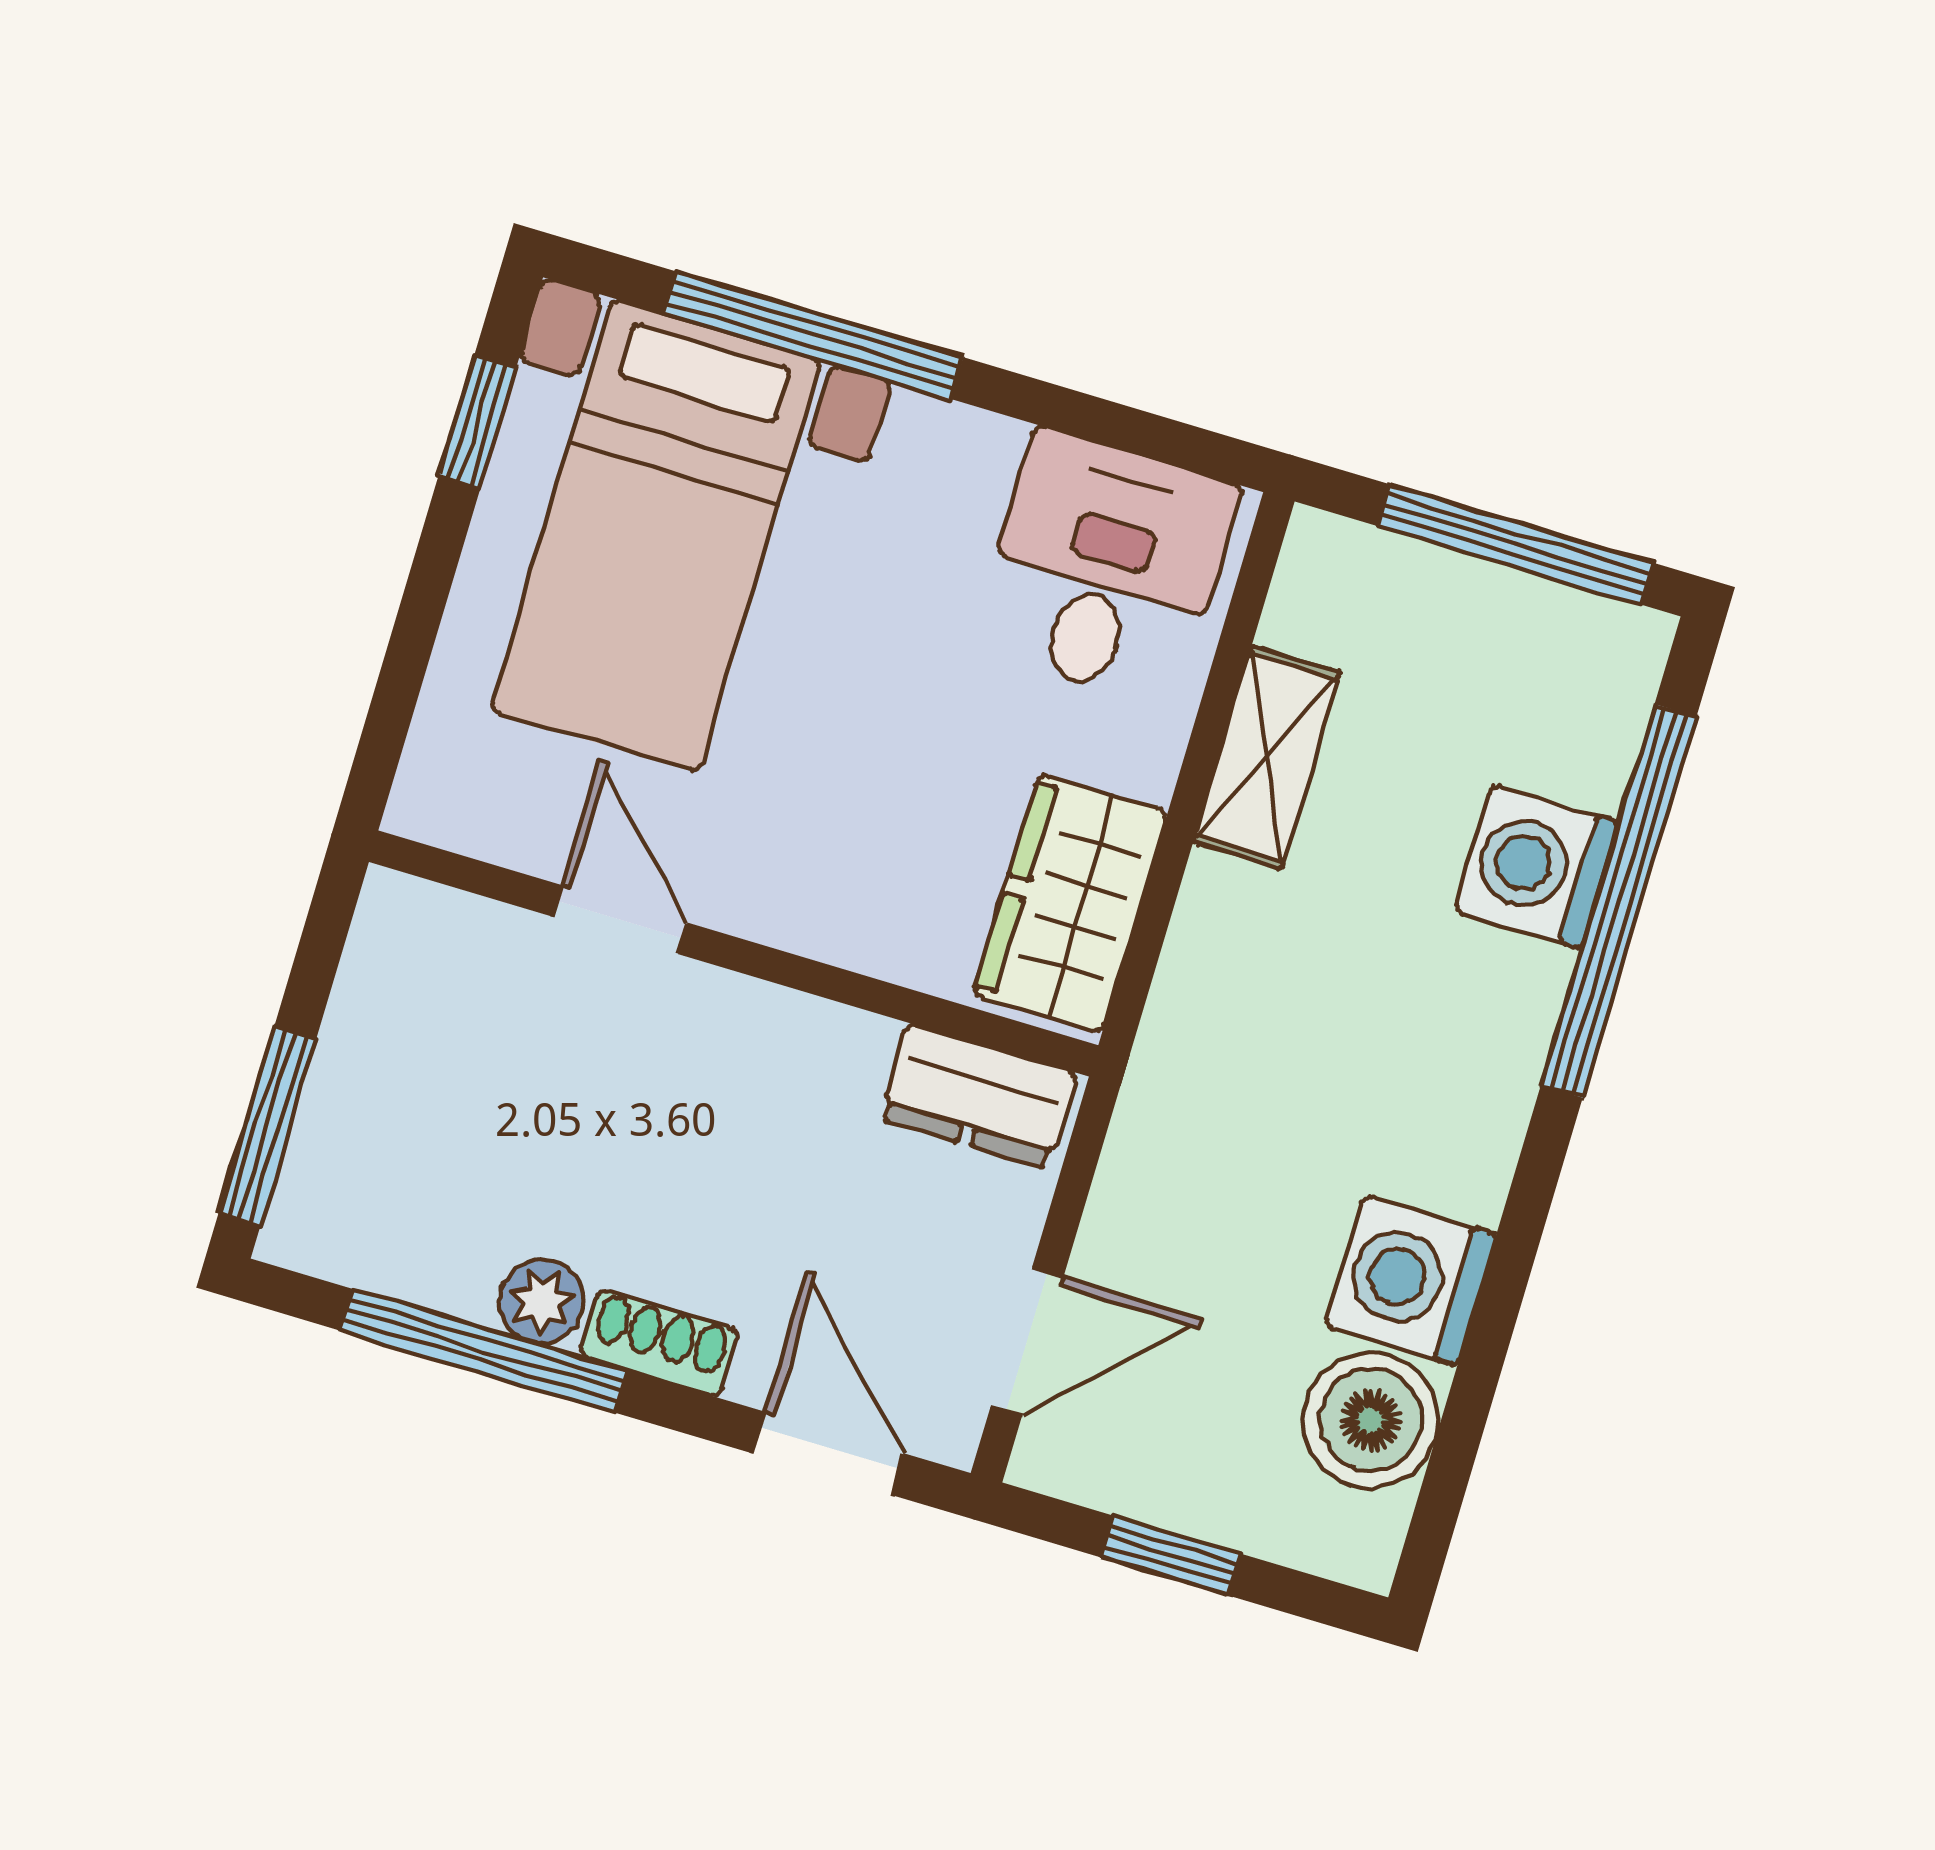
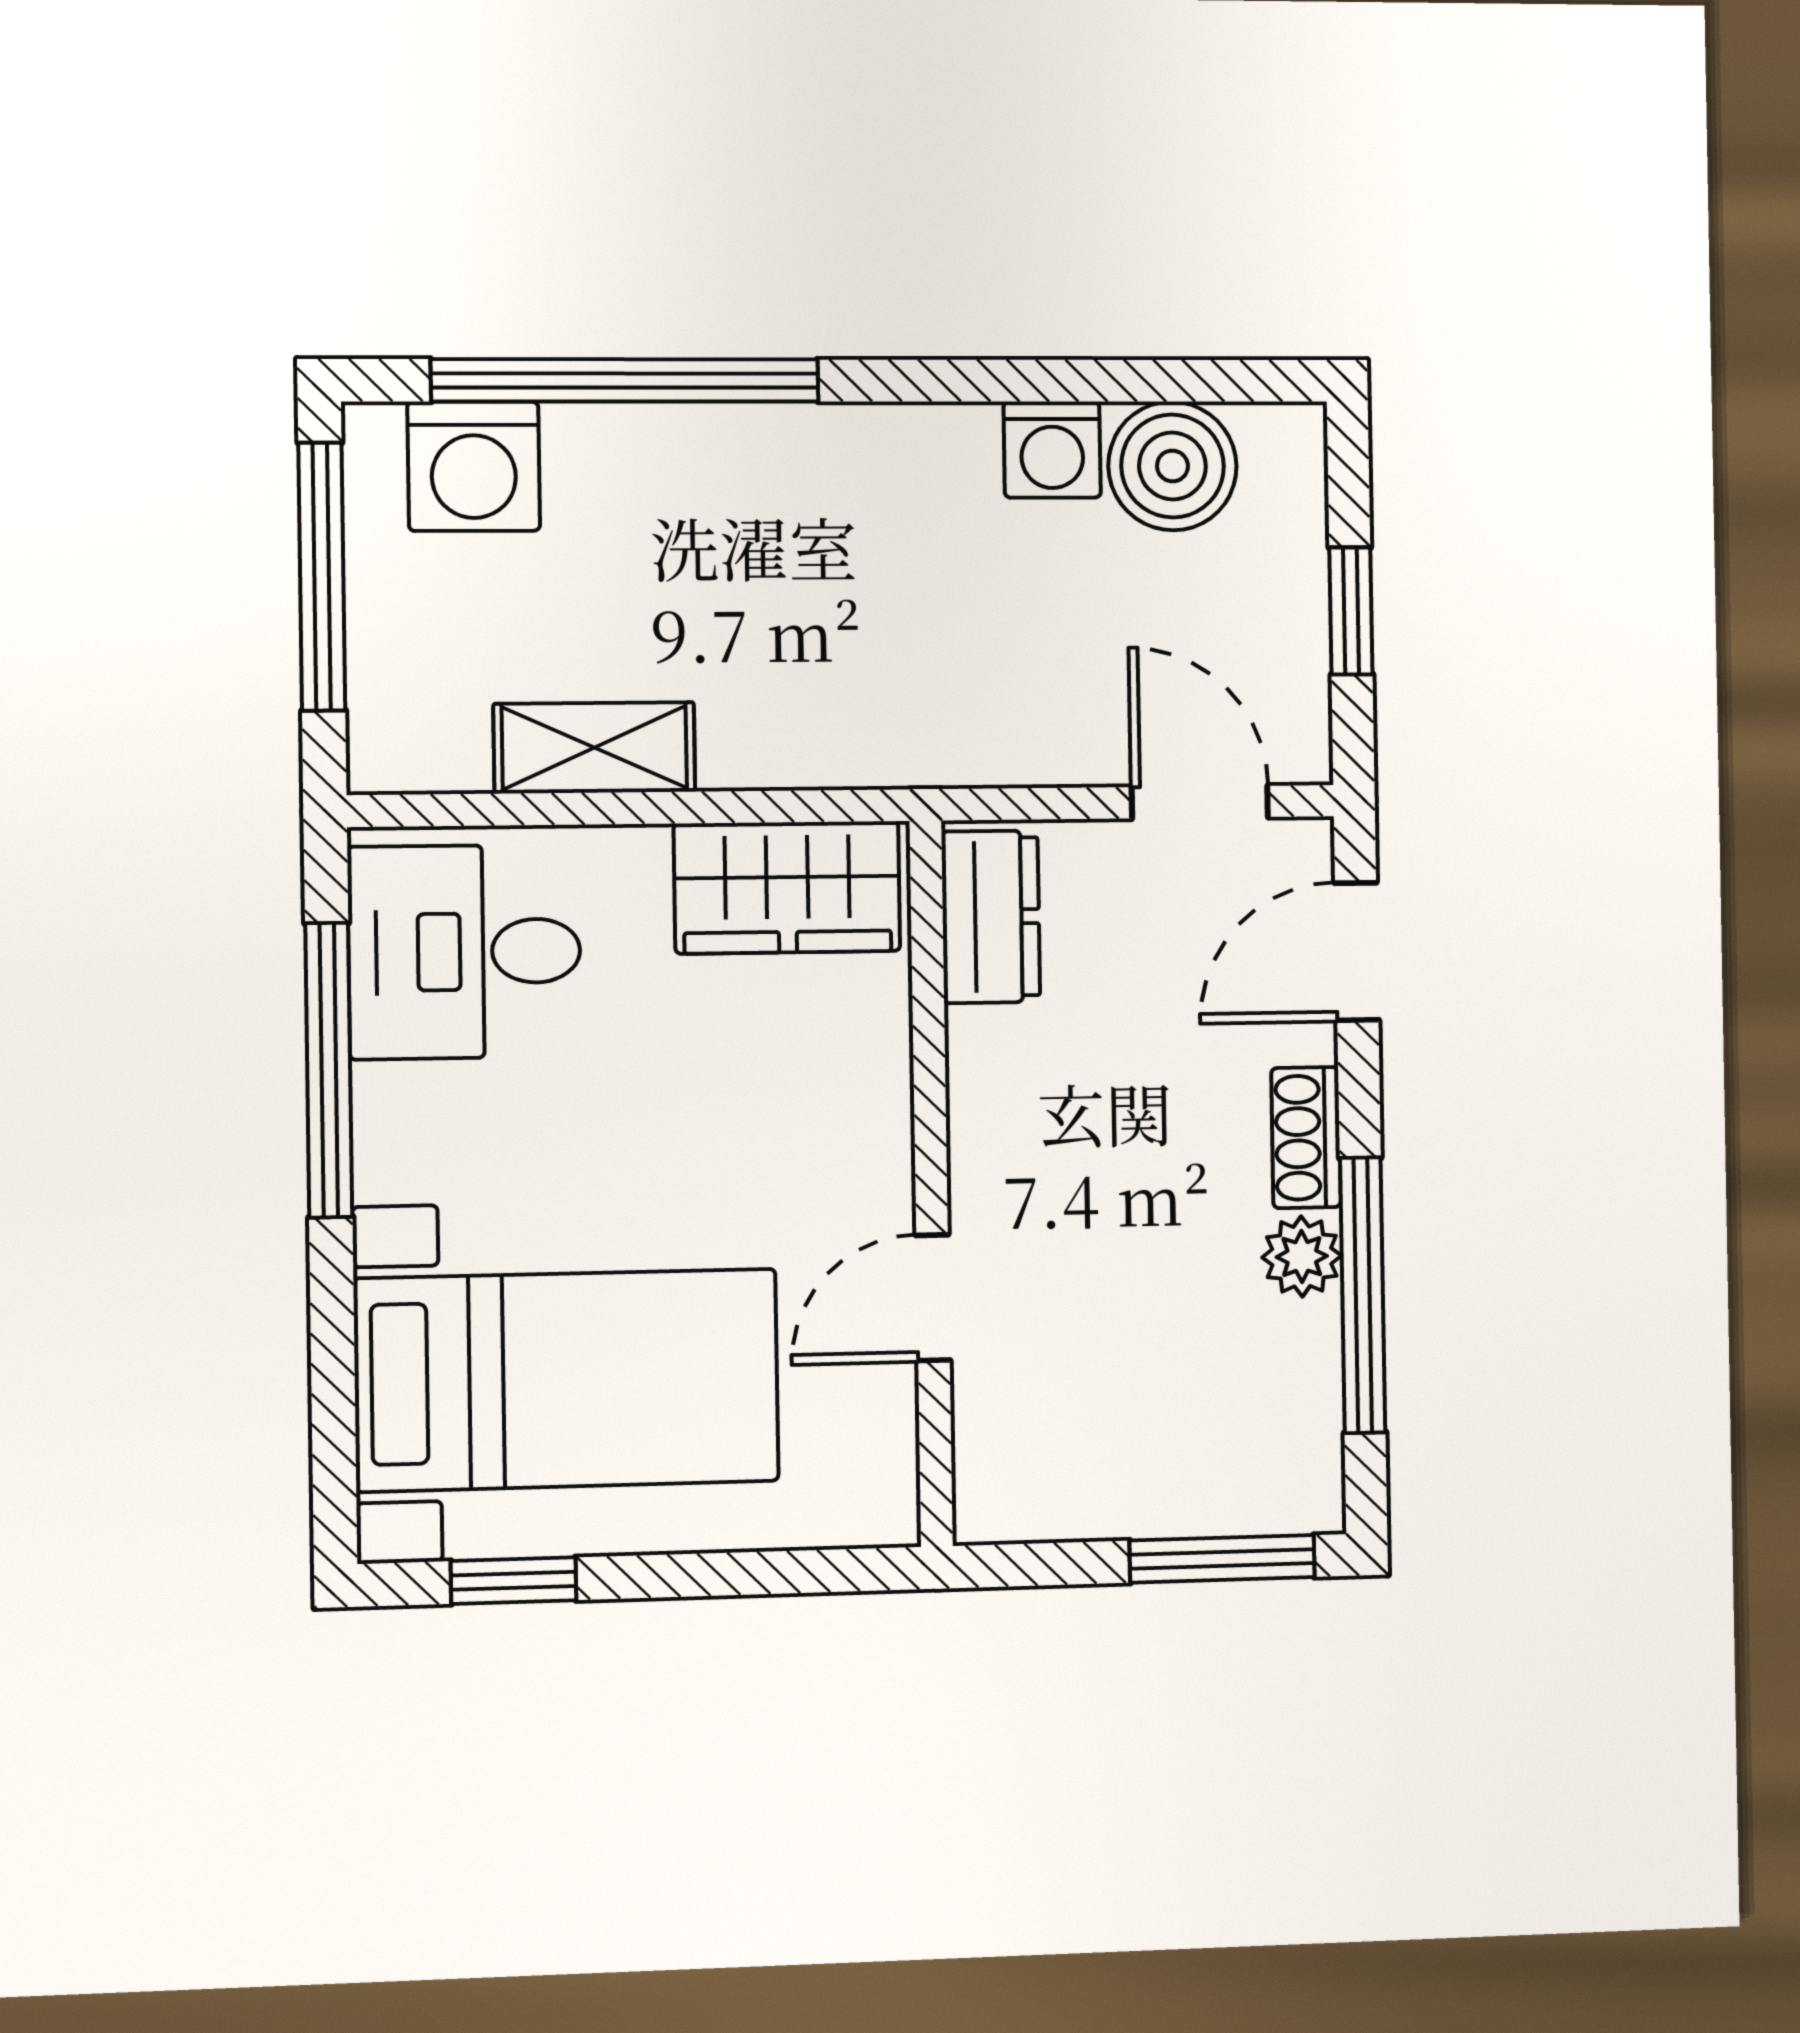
window: (813, 335) -> (329, 1070), moved
washing machine: (1537, 867) -> (474, 466), moved
washing machine: (1411, 1280) -> (1052, 450), width x0.73, depth x0.73

